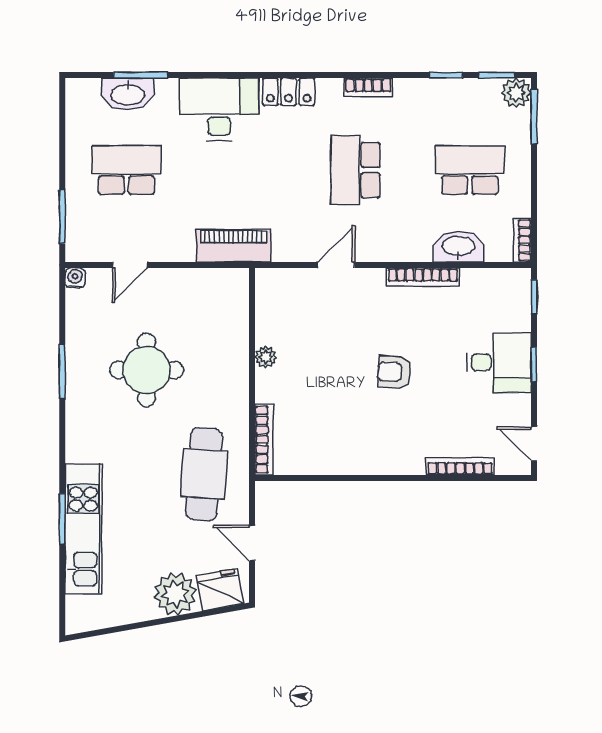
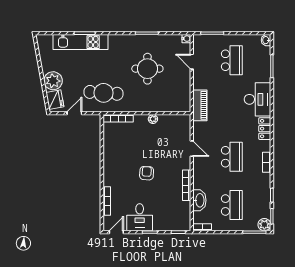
washbasin: (128, 94) -> (266, 40), moved, width x0.52, depth x0.69
school desk: (355, 170) -> (232, 157), turned 90
desk: (499, 363) -> (140, 217), moved

